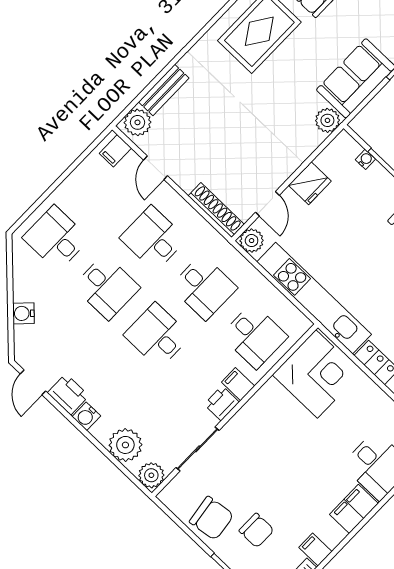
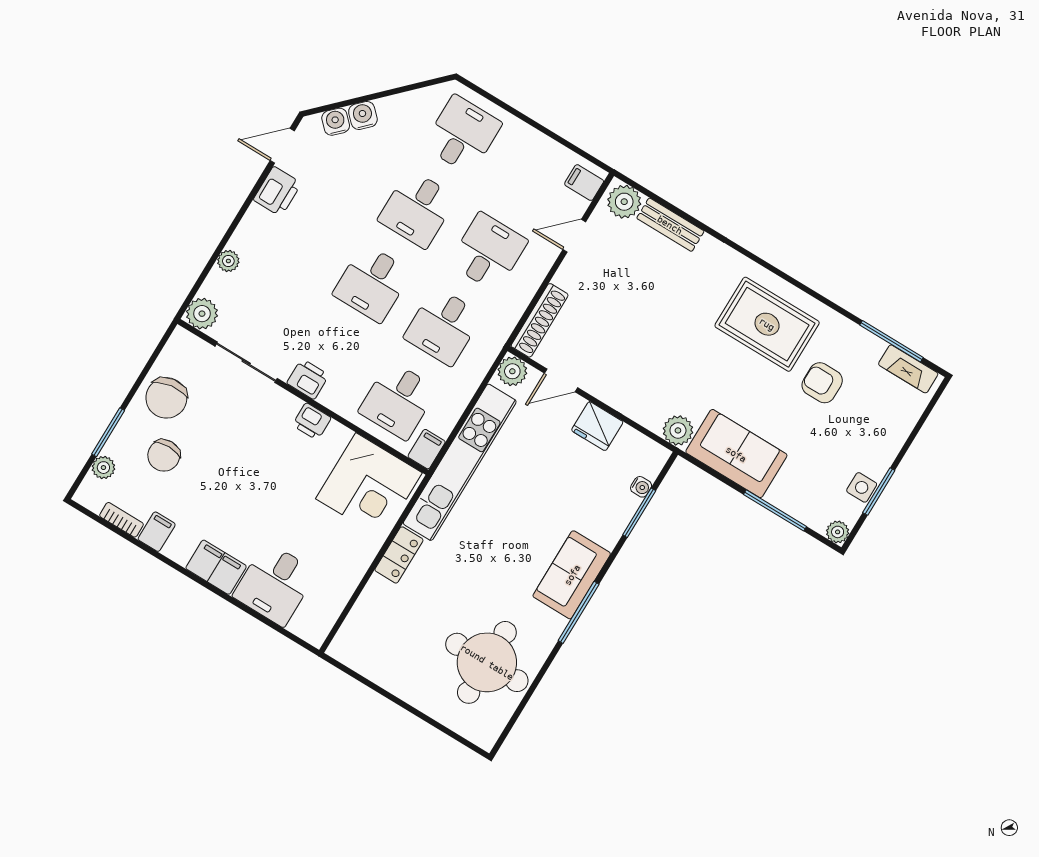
desk: (157, 336) -> (372, 283), turned 180
filing cabinet: (238, 384) -> (427, 449), moved
printer: (256, 408) -> (312, 421), added
water cooler: (86, 416) -> (336, 122), moved, turned 45
plant: (125, 445) -> (228, 261), width x0.53, depth x0.53

